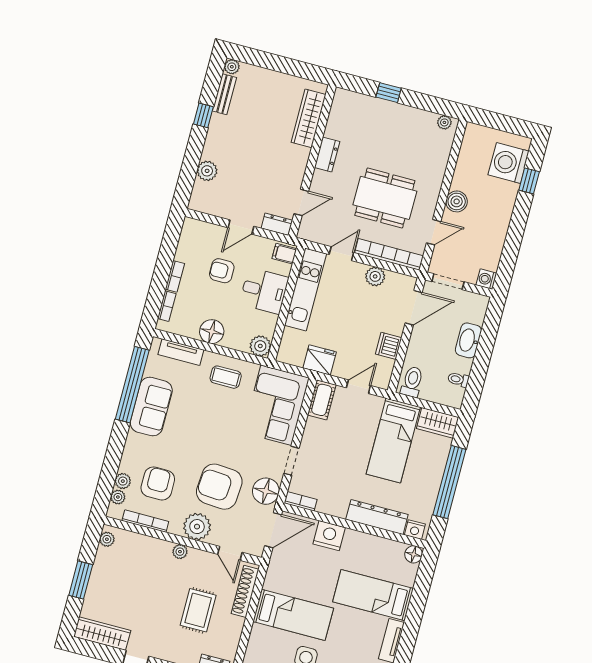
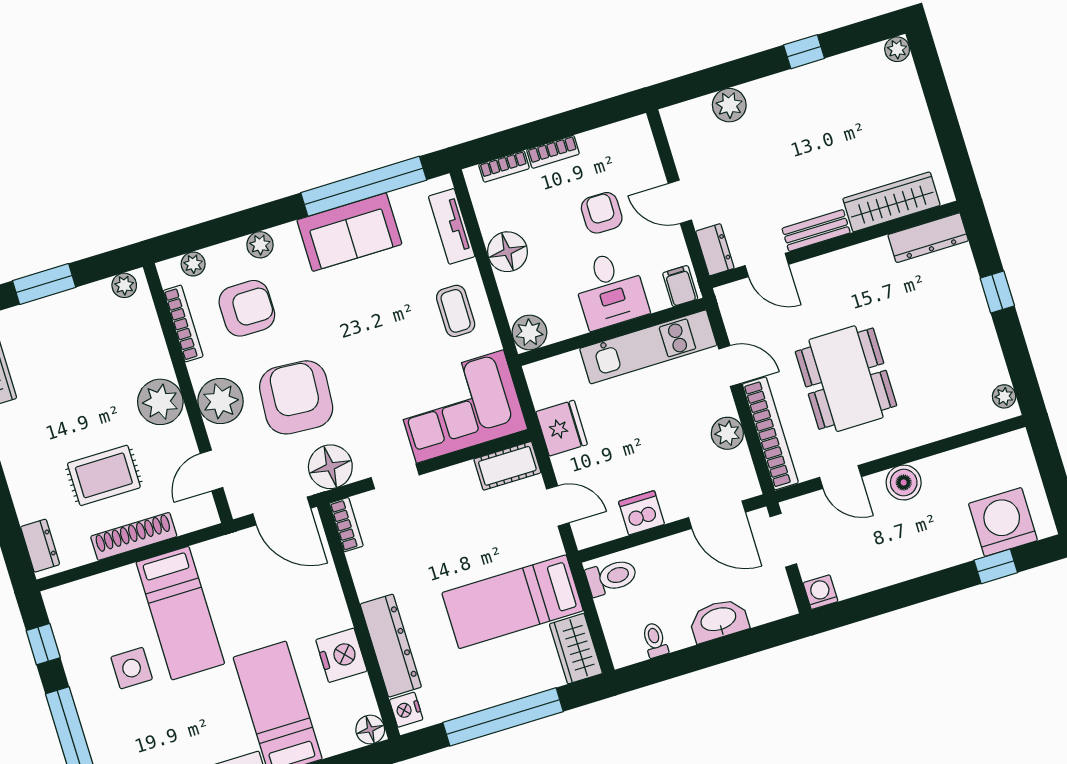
bench: (225, 94) -> (816, 231), moved
dresser: (327, 154) -> (928, 238), moved, width x1.44
plant: (123, 481) -> (260, 245), moved
nightstand: (329, 536) -> (341, 655), moved
plant: (180, 552) -> (160, 402), width x1.88, depth x1.88
shoe rack: (245, 591) -> (134, 536), moved

